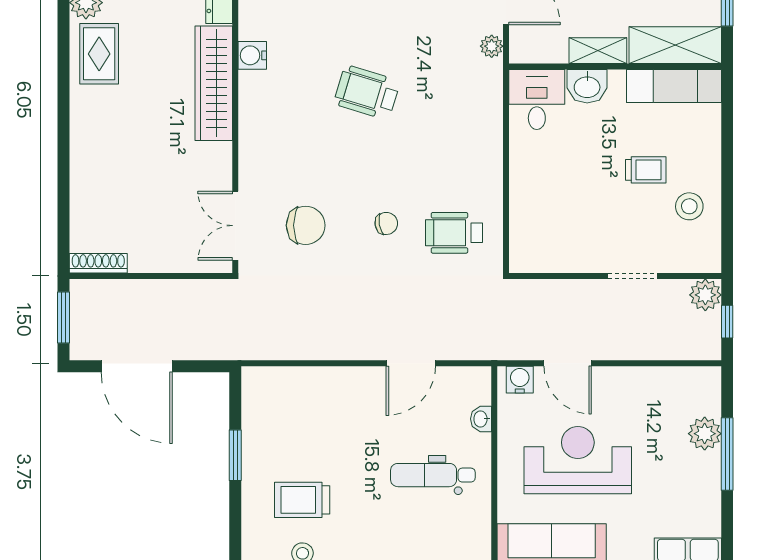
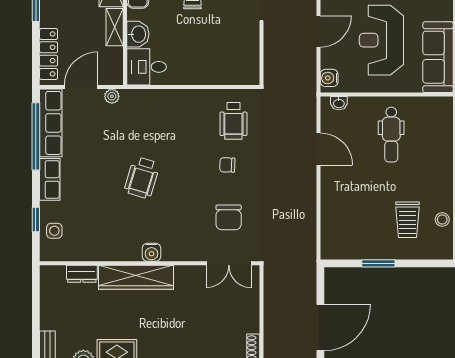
water cooler: (252, 55) -> (151, 252), moved
chair: (386, 223) -> (227, 165), turned -78
chair: (306, 225) -> (229, 217), turned 180
door: (568, 363) -> (318, 32), moved
washbasin: (481, 419) -> (339, 103), moved

